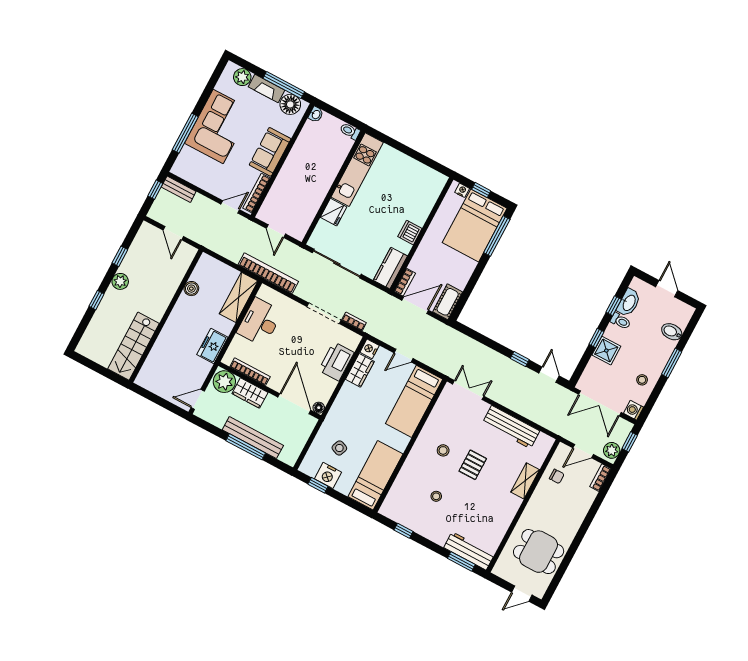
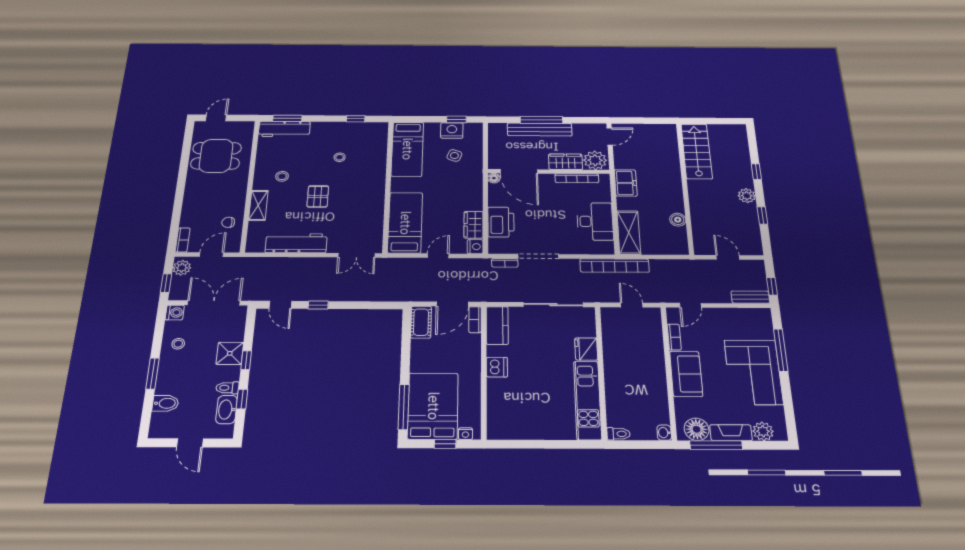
bookcase: (257, 193) -> (674, 337), width x0.64
stool: (443, 450) -> (282, 176), moved

